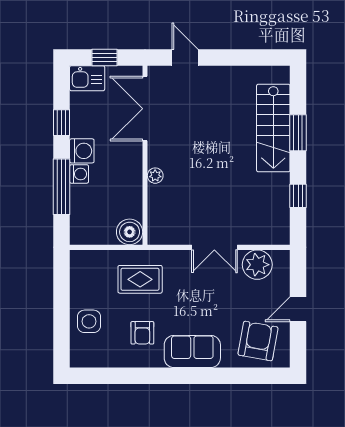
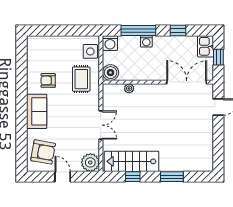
stairs: (273, 128) -> (132, 161), moved
washing machine: (82, 151) -> (110, 43), moved
plant: (155, 176) -> (129, 88), moved
double door: (214, 247) -> (101, 125), swing flipped
plant: (257, 265) -> (90, 162), moved
side table: (89, 321) -> (90, 51), moved

